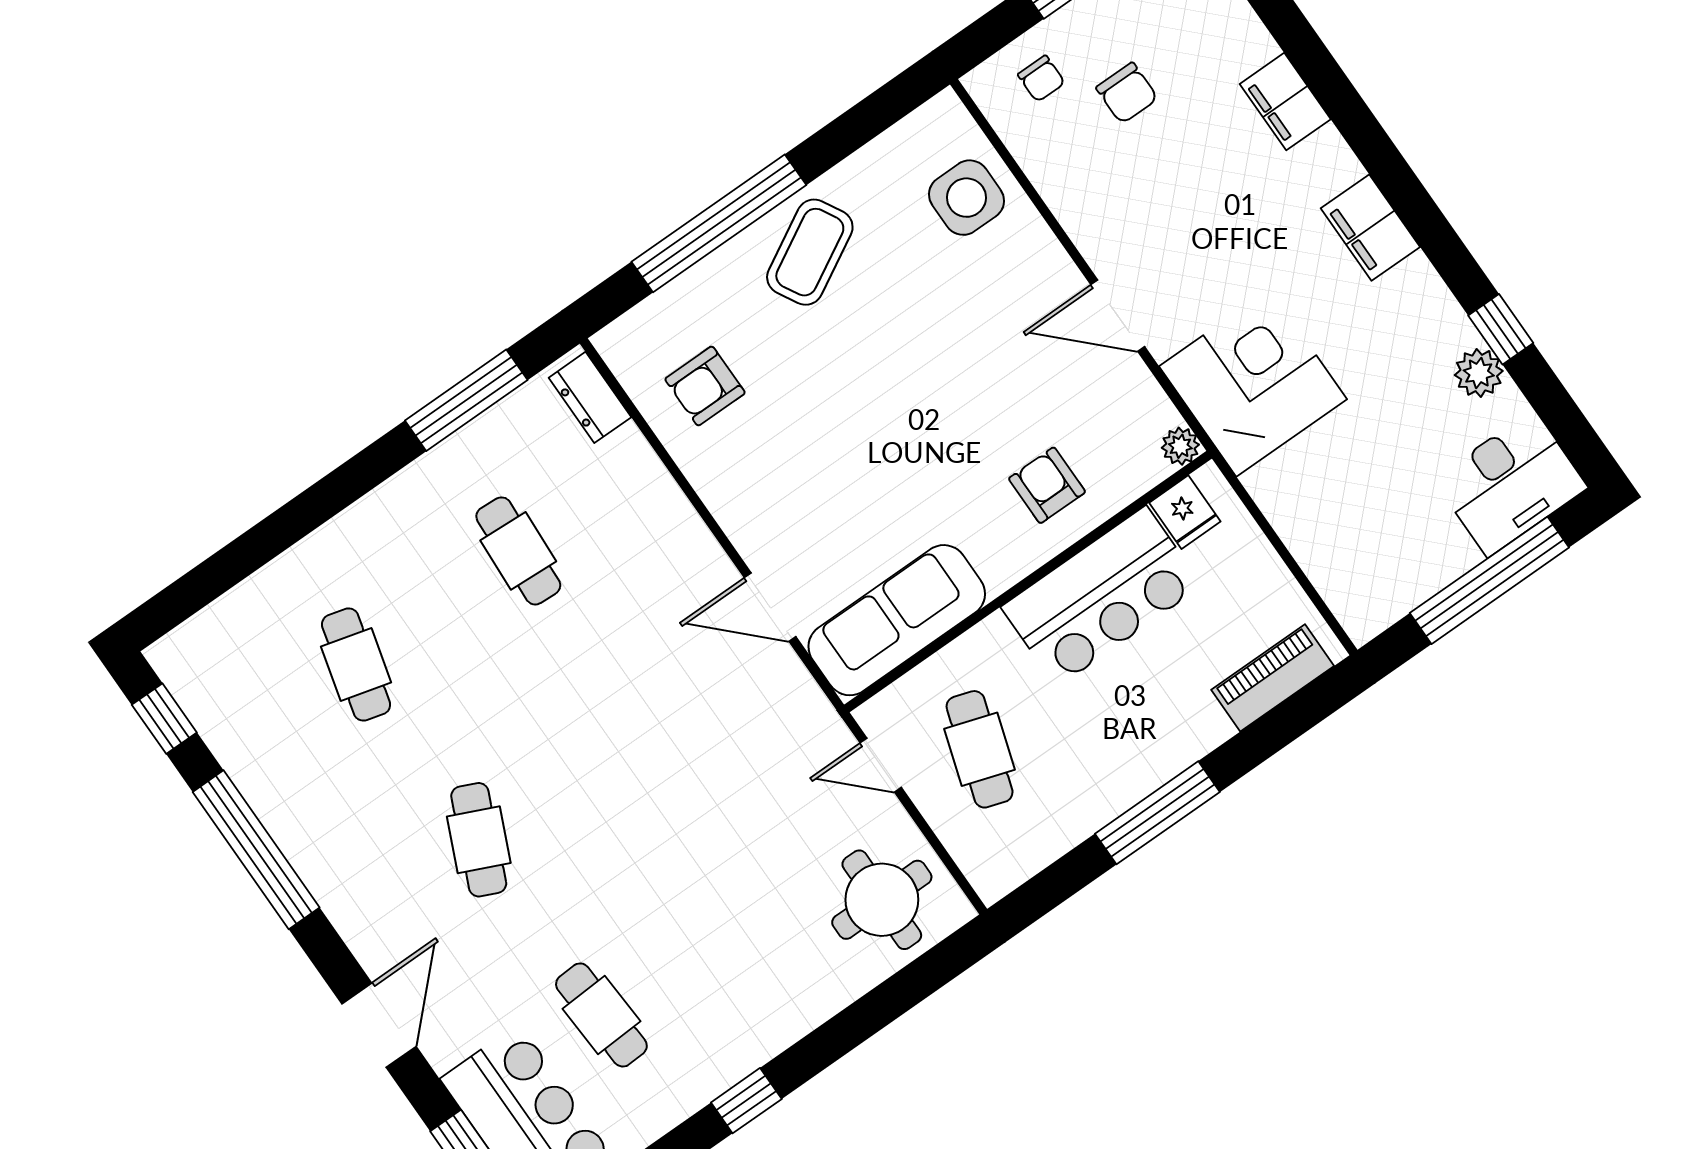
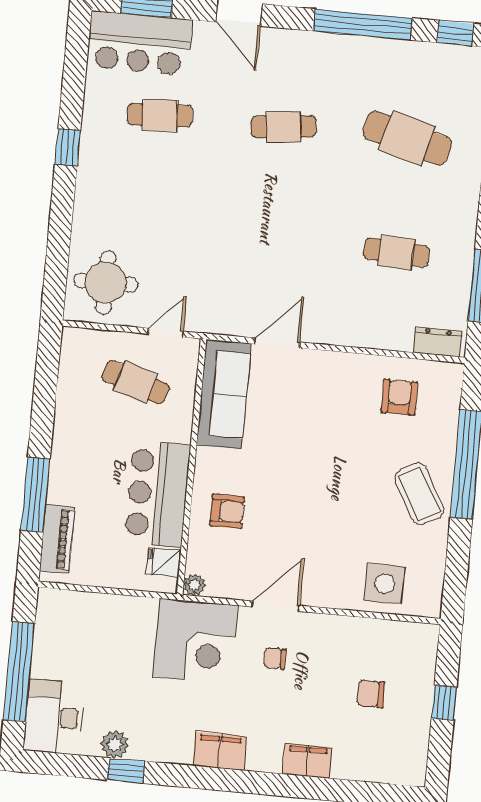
chair: (1041, 79) -> (275, 658), moved
cafe table: (356, 665) -> (407, 138), width x1.37, depth x1.35
window: (1157, 813) -> (35, 495), moved
cafe table: (479, 840) -> (284, 127), turned -30

